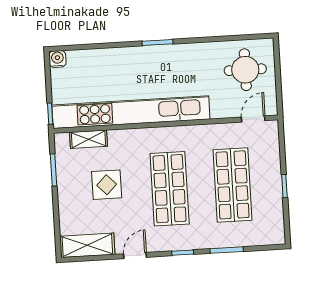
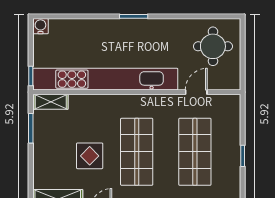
door: (253, 119) -> (196, 92), moved
shelving: (89, 139) -> (51, 102), moved
display table: (107, 185) -> (90, 156), moved

